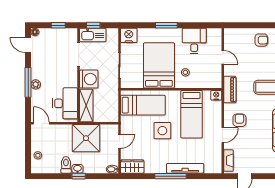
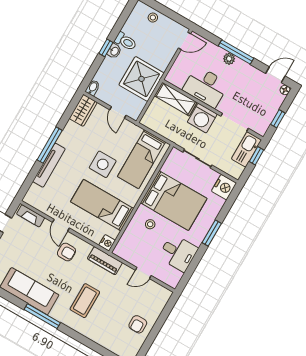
desk: (65, 103) -> (206, 87), moved

